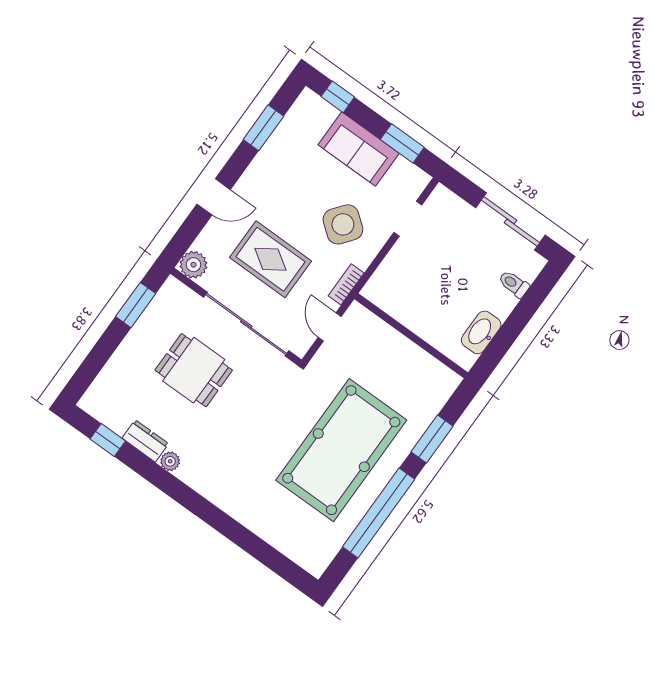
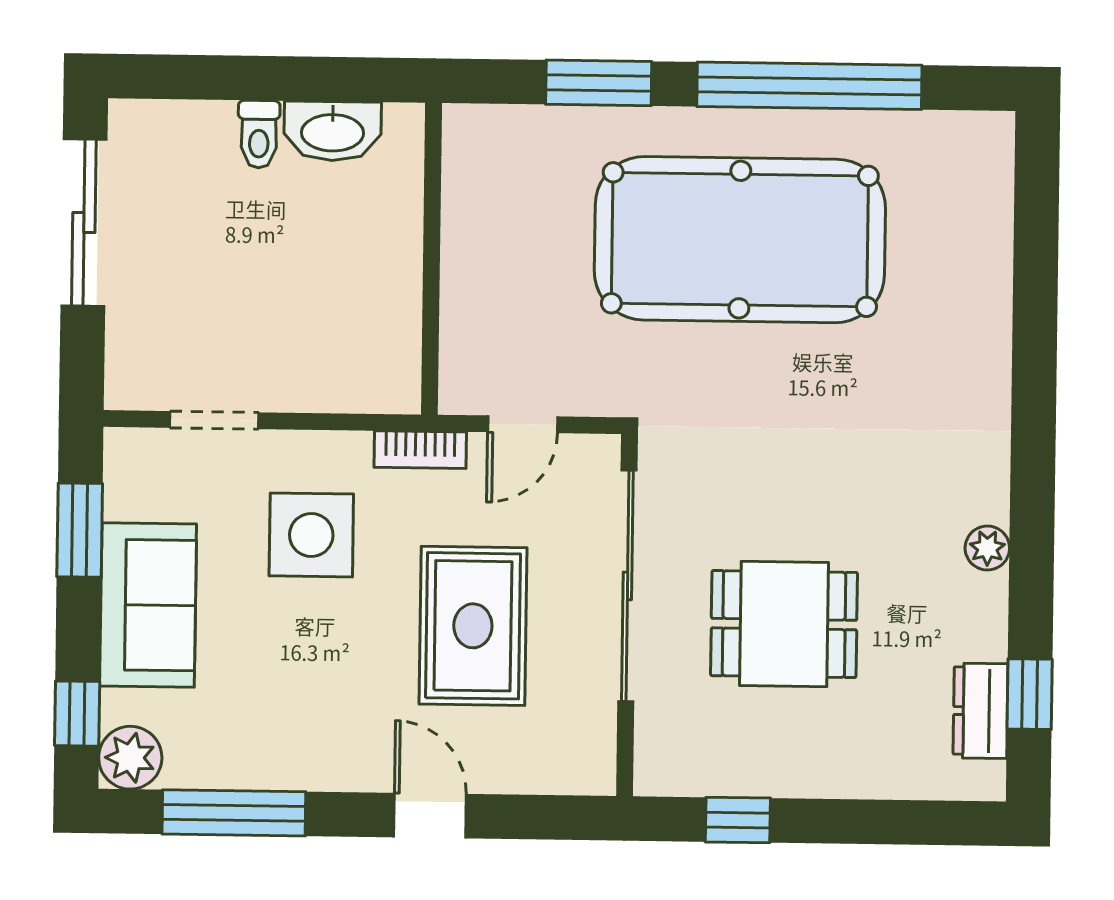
window: (263, 128) -> (234, 813), width x1.44
side table: (343, 224) -> (311, 535), turned -38
plant: (193, 265) -> (130, 758), moved
toilet: (514, 284) -> (259, 134), moved
window: (136, 305) -> (738, 820), width x0.67
dining table: (194, 370) -> (784, 624), turned 90
dresser: (145, 441) -> (980, 711), moved

